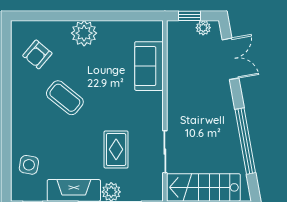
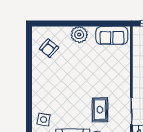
sofa: (149, 66) -> (112, 35), moved, turned -90
coffee table: (65, 98) -> (67, 76), removed

